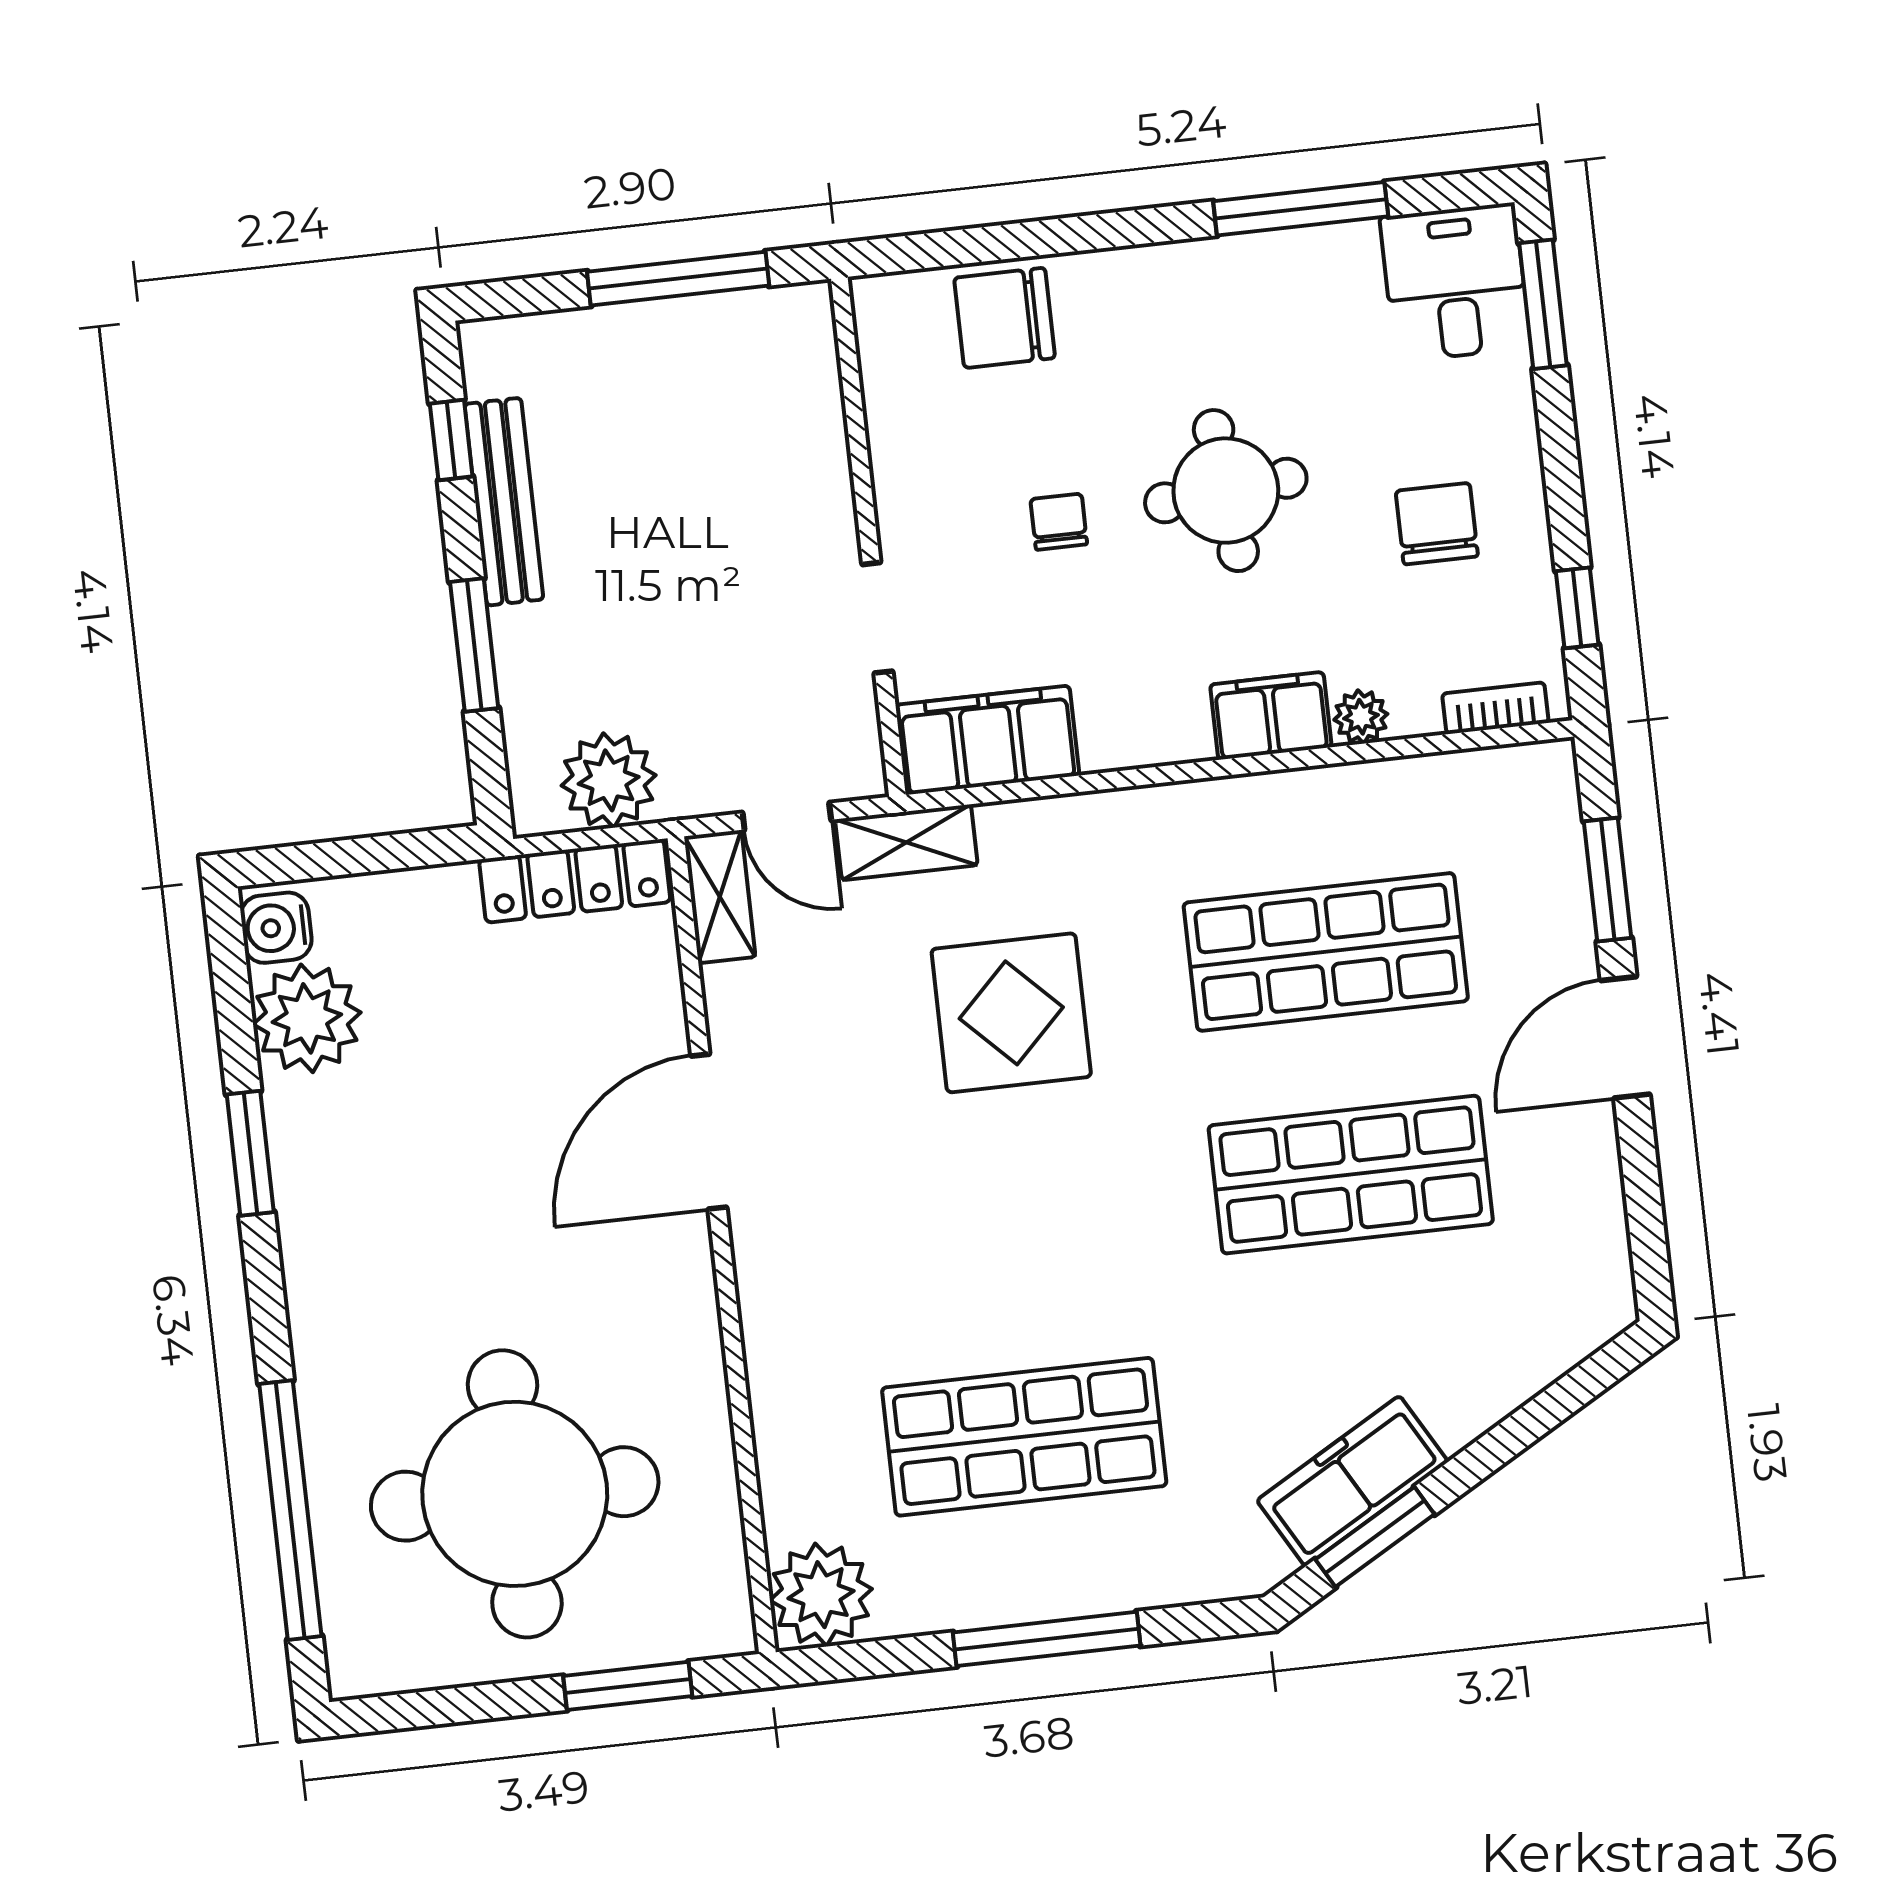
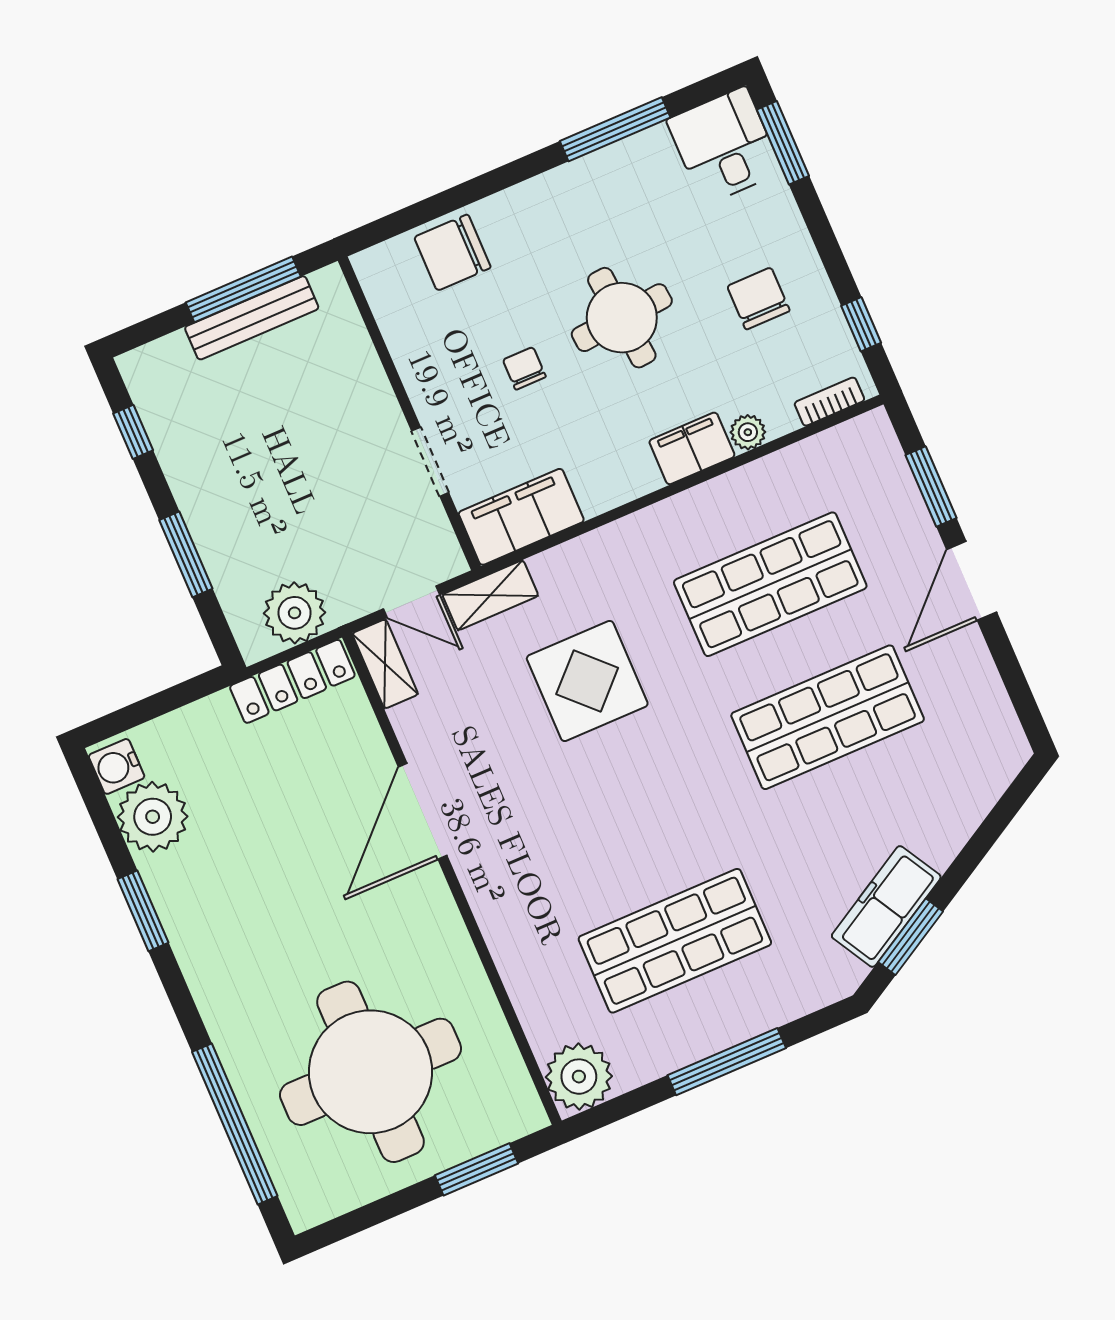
bench: (504, 502) -> (252, 318), moved, turned 90

